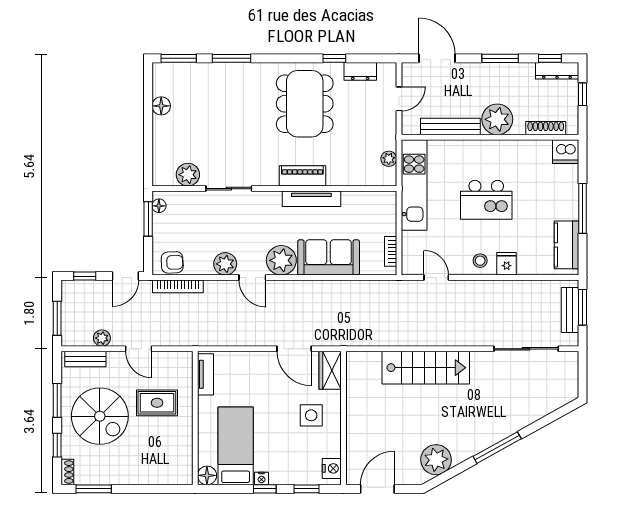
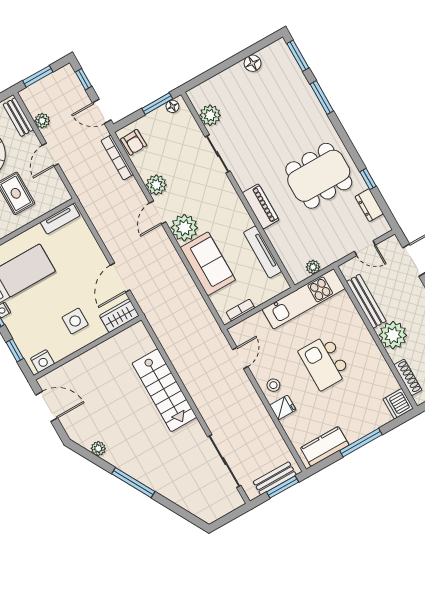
tv unit: (311, 199) -> (262, 252), moved
plant: (436, 460) -> (98, 449), width x0.53, depth x0.53

